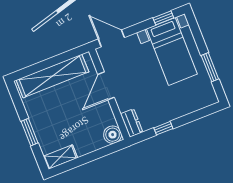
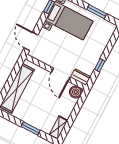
door: (111, 38) -> (31, 41), hinge flipped
door: (106, 86) -> (61, 75), moved

